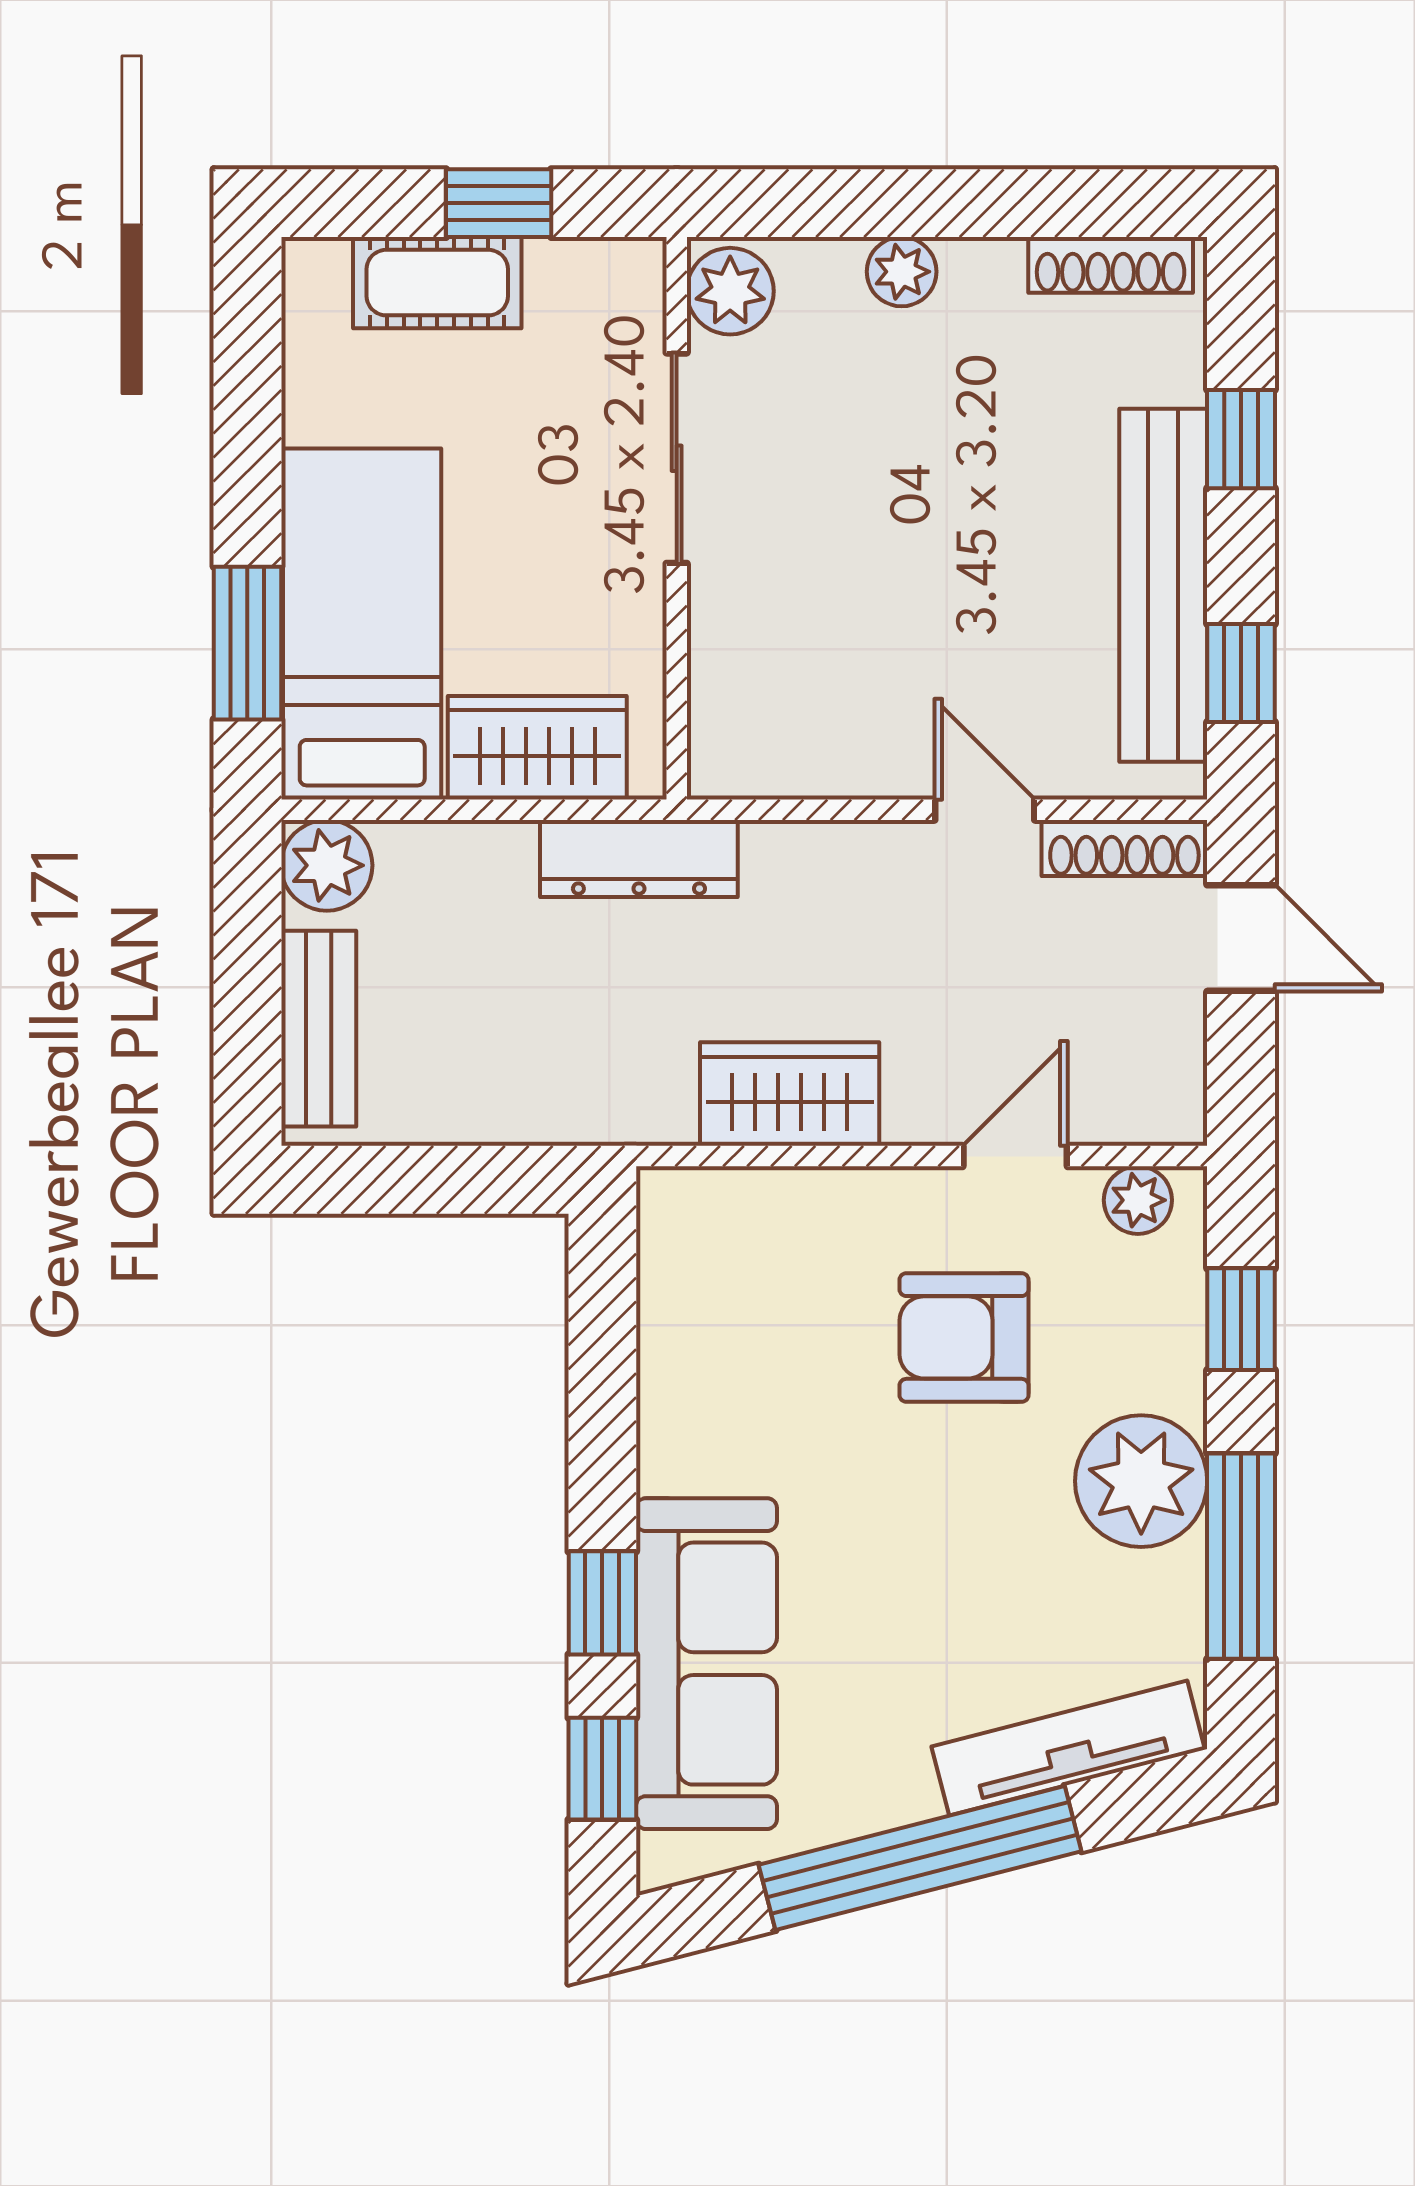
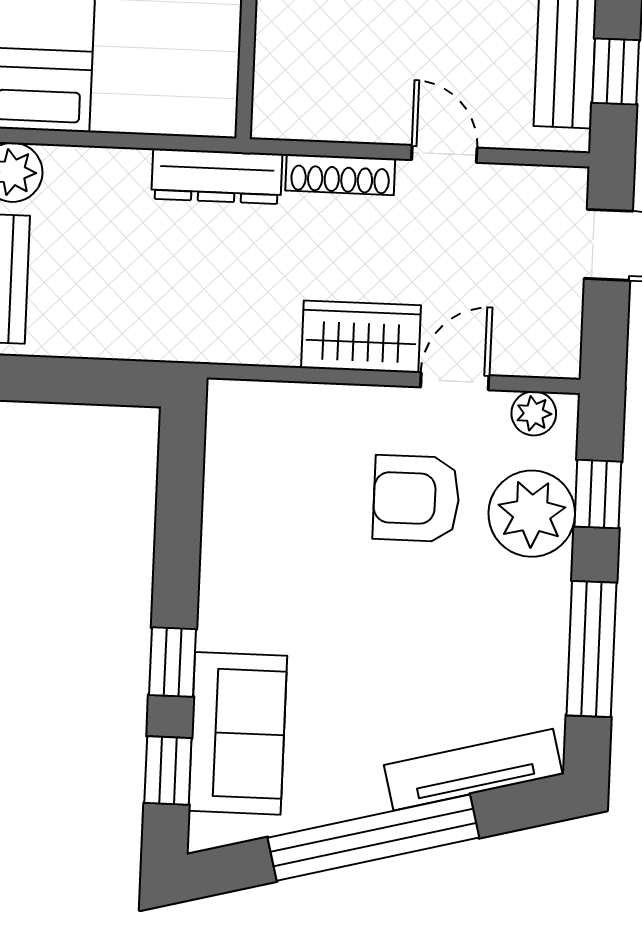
wardrobe: (537, 748) -> (153, 101), removed
shoe rack: (1124, 848) -> (340, 175), moved
wardrobe: (790, 1094) -> (361, 337), moved
plant: (1141, 1481) -> (532, 514), moved
sofa: (706, 1664) -> (238, 733), width x0.73

